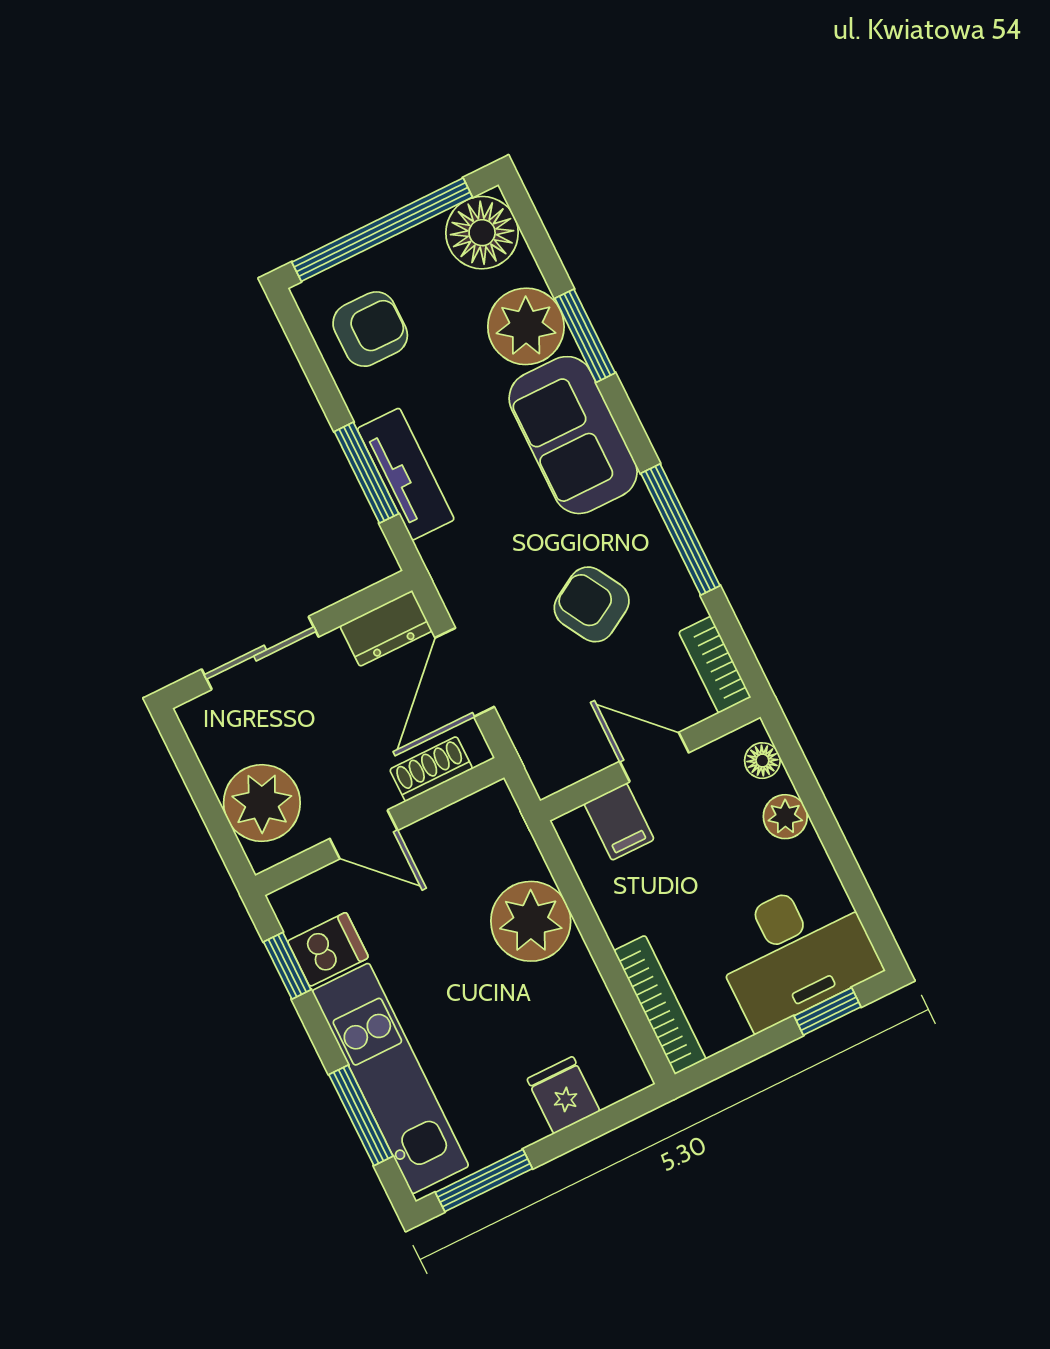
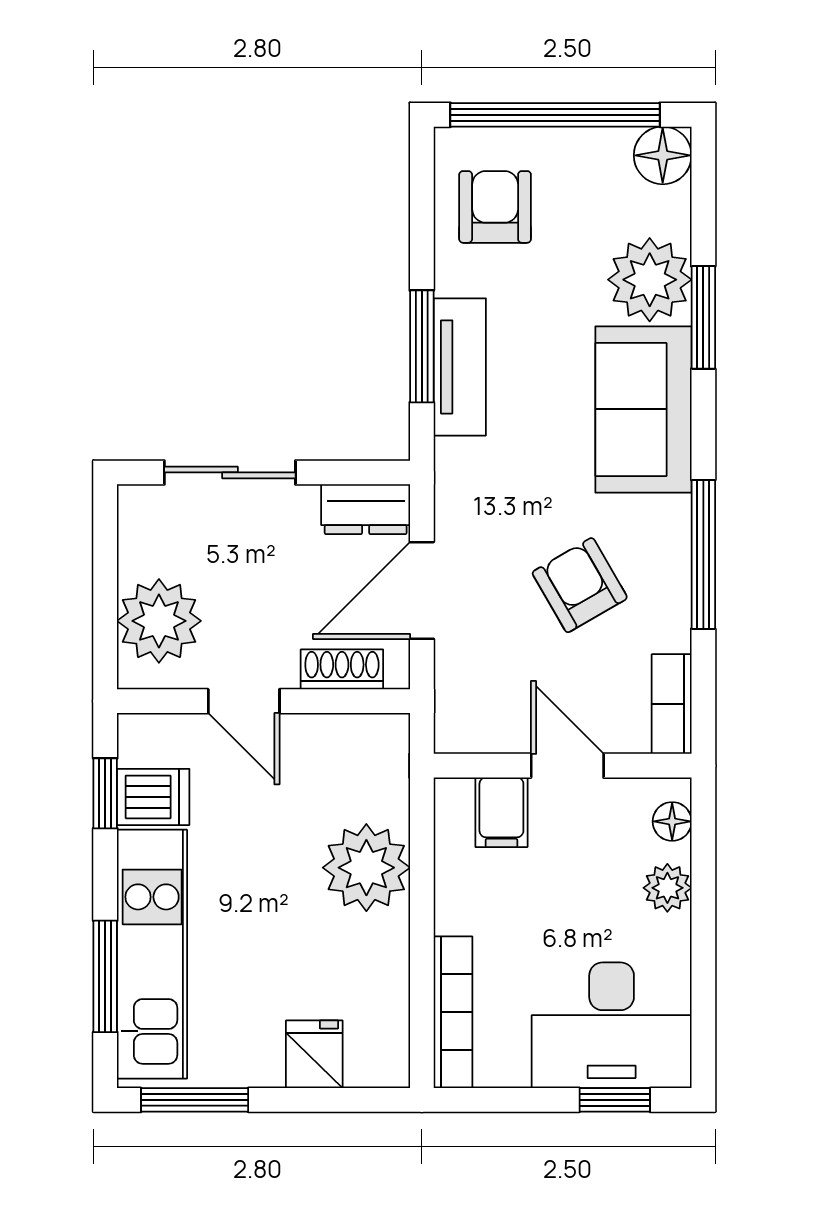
floor lamp: (482, 233) -> (663, 155), width x0.73, depth x0.73
armchair: (370, 329) -> (495, 207), turned -90

